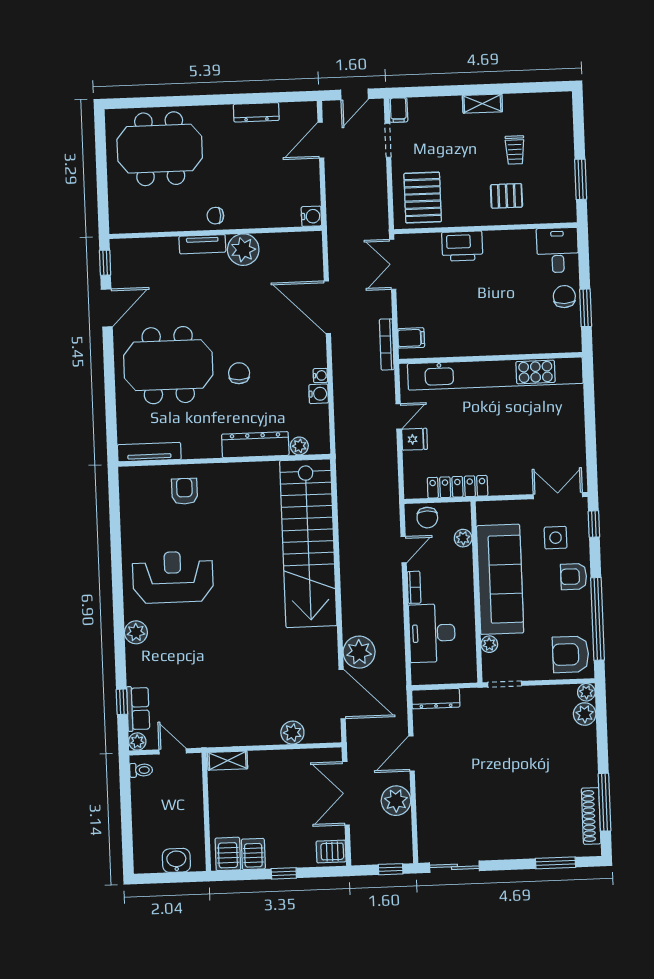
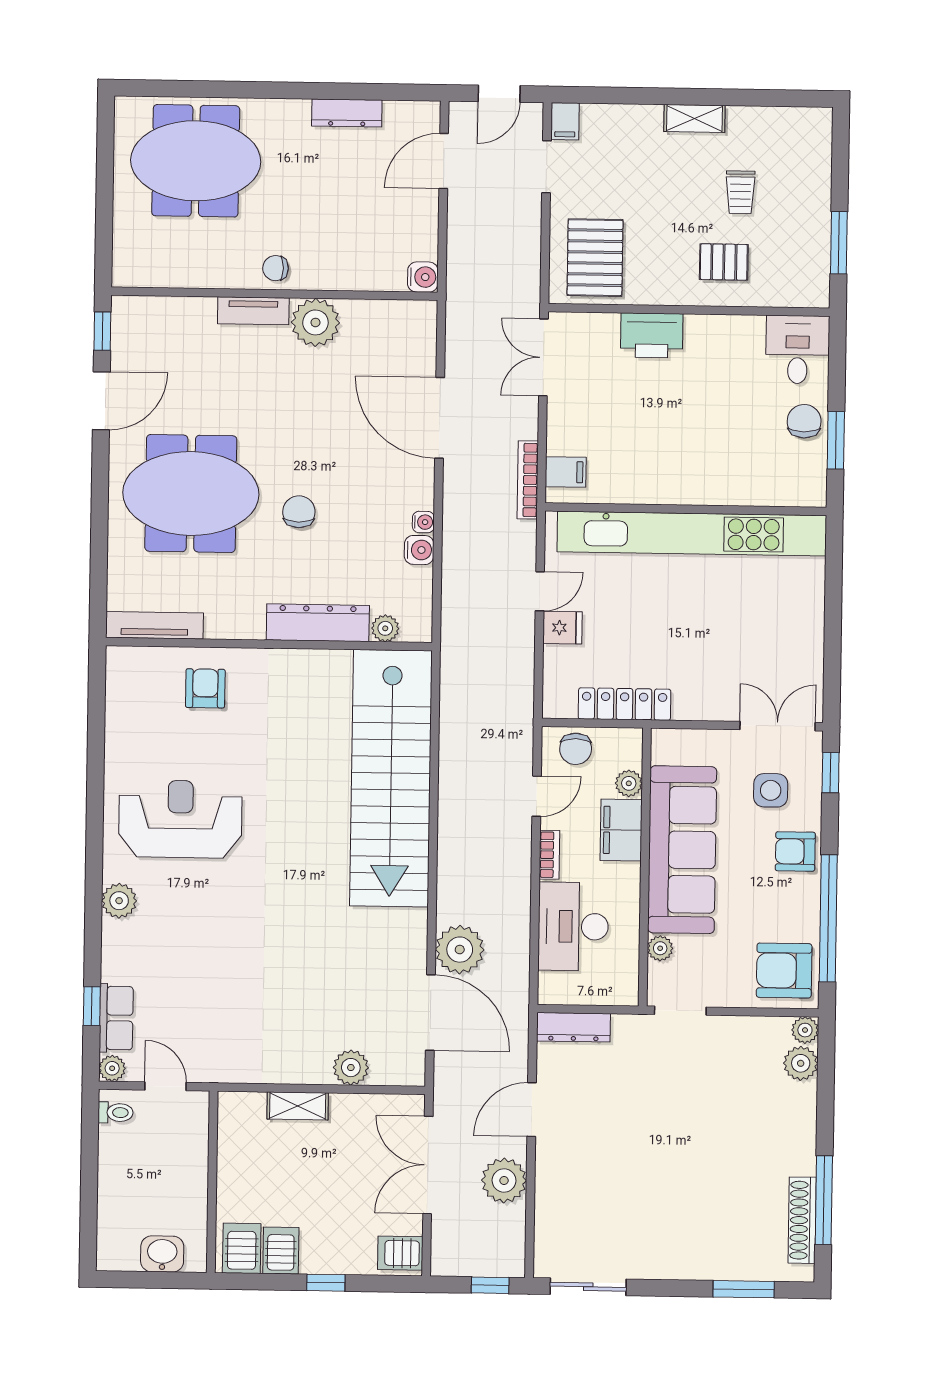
filing cabinet: (460, 569) -> (621, 830), added
shelving: (228, 761) -> (298, 1106), moved

